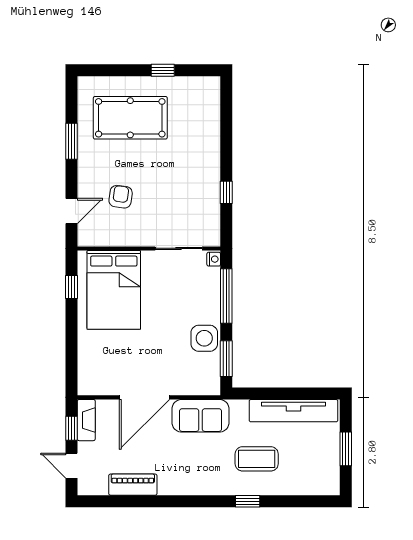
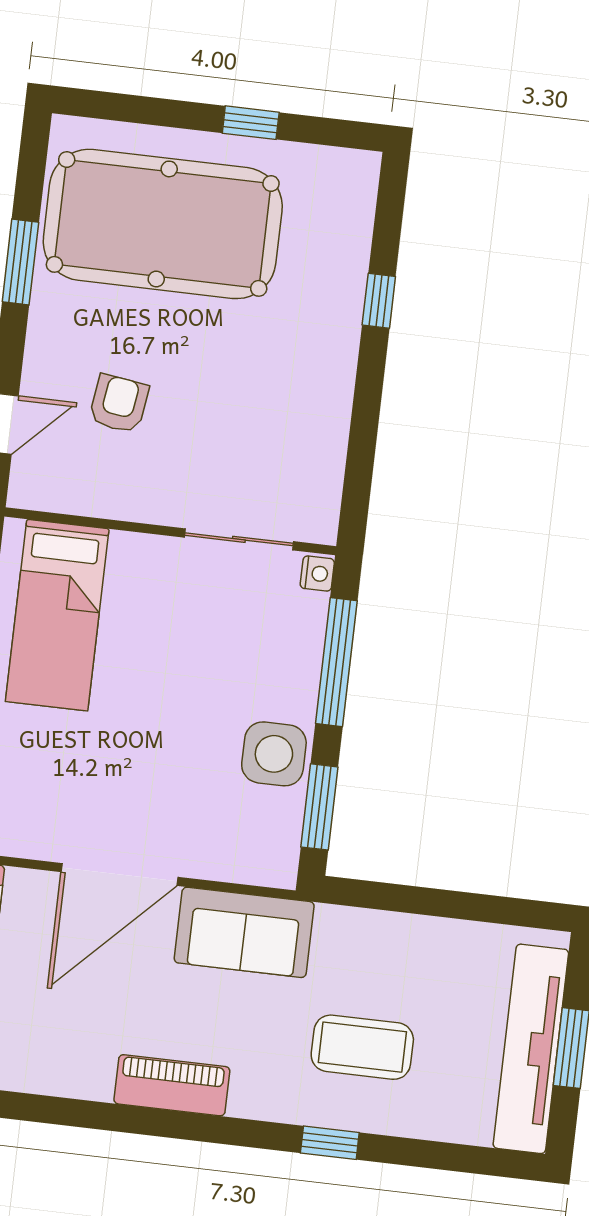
pool table: (130, 118) -> (163, 224), width x1.36, depth x1.32
window: (226, 192) -> (379, 301), moved
bed: (114, 290) -> (57, 615), width x0.67
tv unit: (293, 411) -> (531, 1049), moved, turned 90
piano: (133, 485) -> (172, 1085), moved

